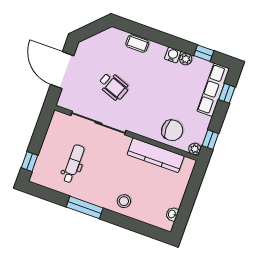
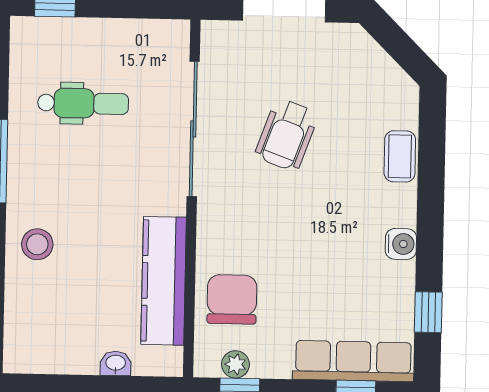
plant: (186, 59) -> (402, 276), removed
chair: (172, 130) -> (232, 299), turned 180
plant: (195, 149) -> (235, 364), moved
washbasin: (172, 214) -> (116, 363), moved

